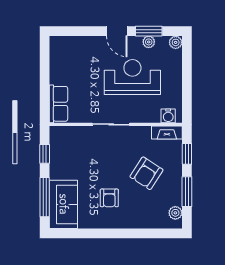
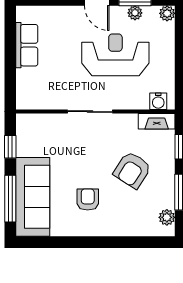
row of seats: (58, 104) -> (27, 45), moved
armchair: (109, 198) -> (88, 199), turned 180
sofa: (63, 204) -> (33, 197), width x1.36

